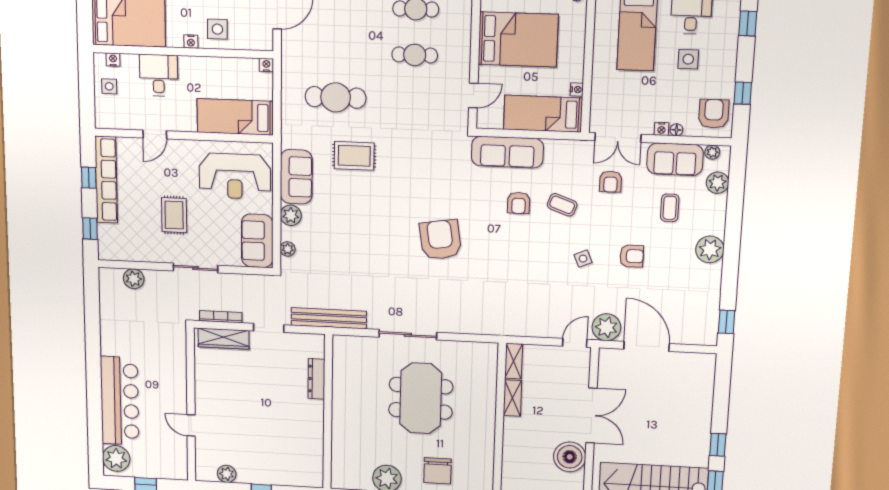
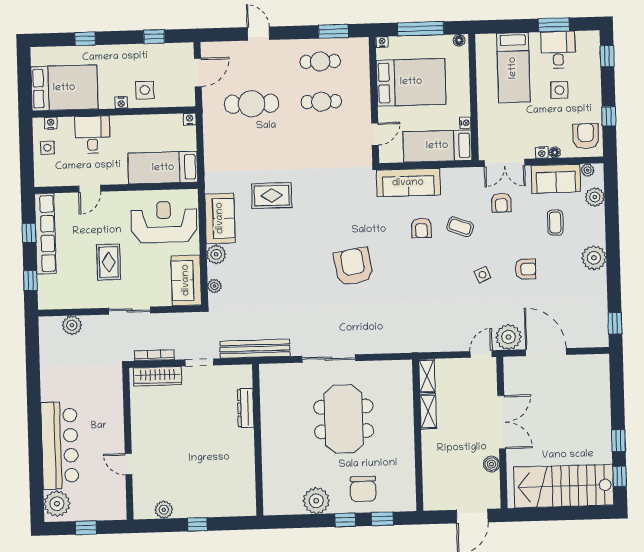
cafe table: (336, 97) -> (252, 104), moved
reception desk: (235, 176) -> (164, 222), turned 180
boiler: (570, 457) -> (492, 464), width x0.54, depth x0.54

